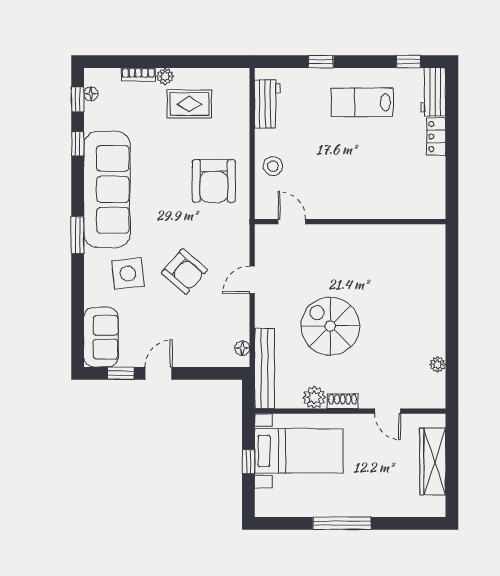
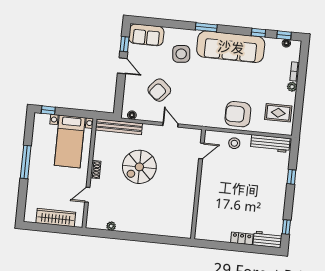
lab bench: (362, 102) -> (266, 198), removed
rug: (189, 104) -> (278, 113), moved, turned 90
workbench: (267, 104) -> (270, 144), width x1.38
armchair: (214, 181) -> (238, 114), moved
armchair: (184, 271) -> (159, 90), moved
spiral stairs: (330, 326) -> (139, 167), turned 180
plant: (314, 397) -> (99, 153), removed
window: (248, 462) -> (48, 110), moved

